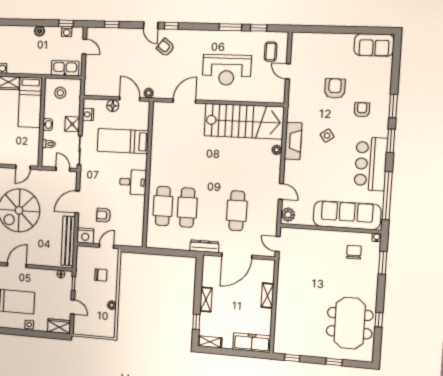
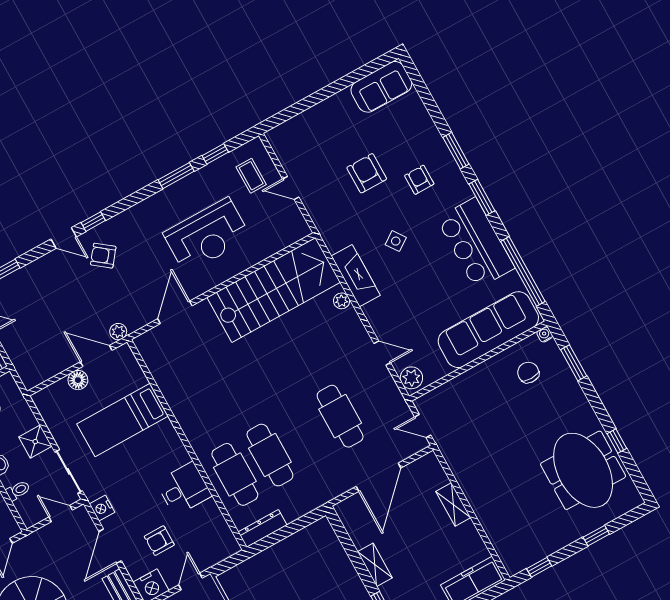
nightstand: (88, 114) -> (102, 508), moved
desk: (133, 182) -> (184, 489), moved
dresser: (204, 246) -> (263, 528), moved

